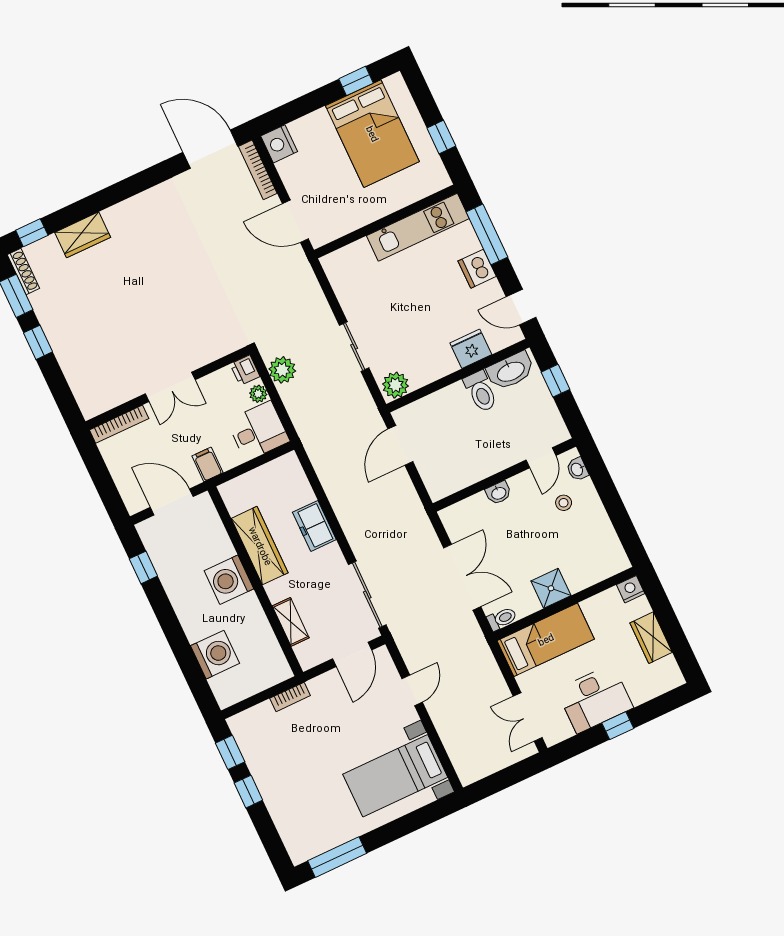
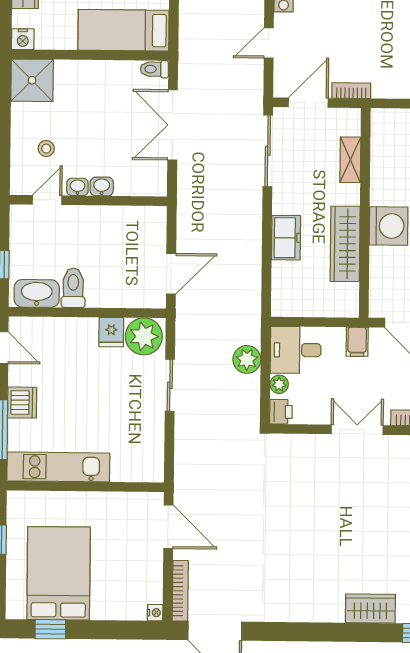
nightstand: (279, 144) -> (155, 613), width x0.53, depth x0.56
fridge: (471, 349) -> (111, 332), moved, width x0.72
plant: (282, 370) -> (247, 359), moved
plant: (396, 385) -> (144, 336), width x1.36, depth x1.36
washbasin: (577, 469) -> (77, 187), moved, turned -90
shower: (551, 588) -> (32, 80), moved, width x1.36, depth x1.36
bookcase: (290, 697) -> (351, 91), moved

